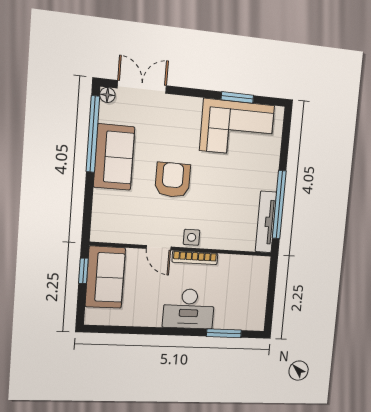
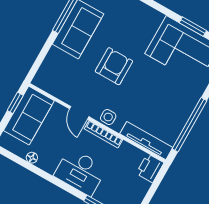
tv unit: (266, 222) -> (146, 141), moved, turned 90
printer: (259, 269) -> (150, 168), added
floor lamp: (130, 320) -> (32, 158), added

